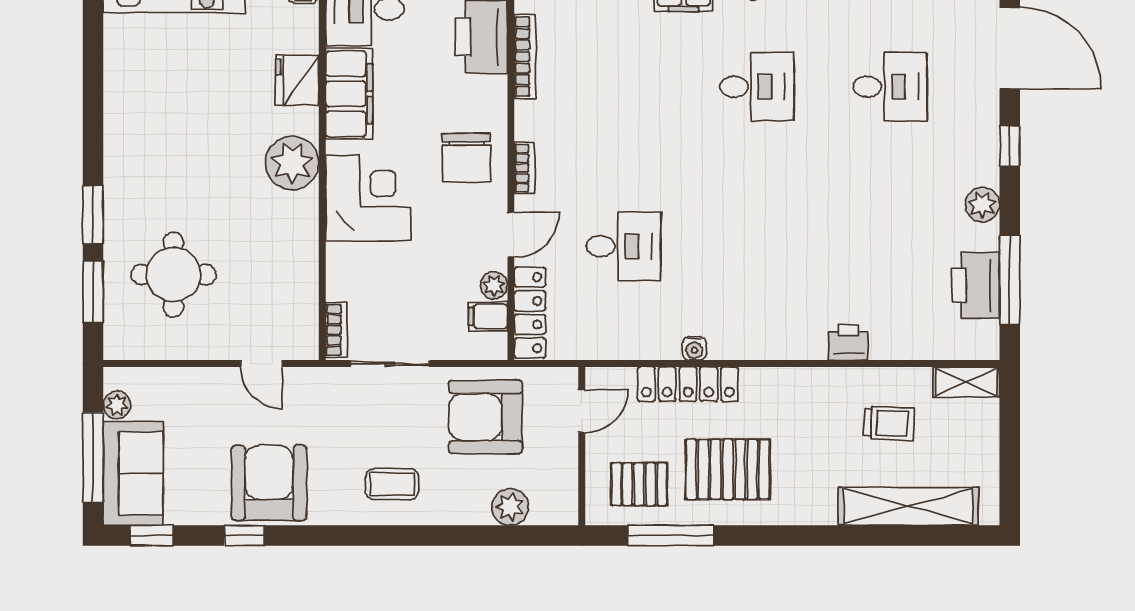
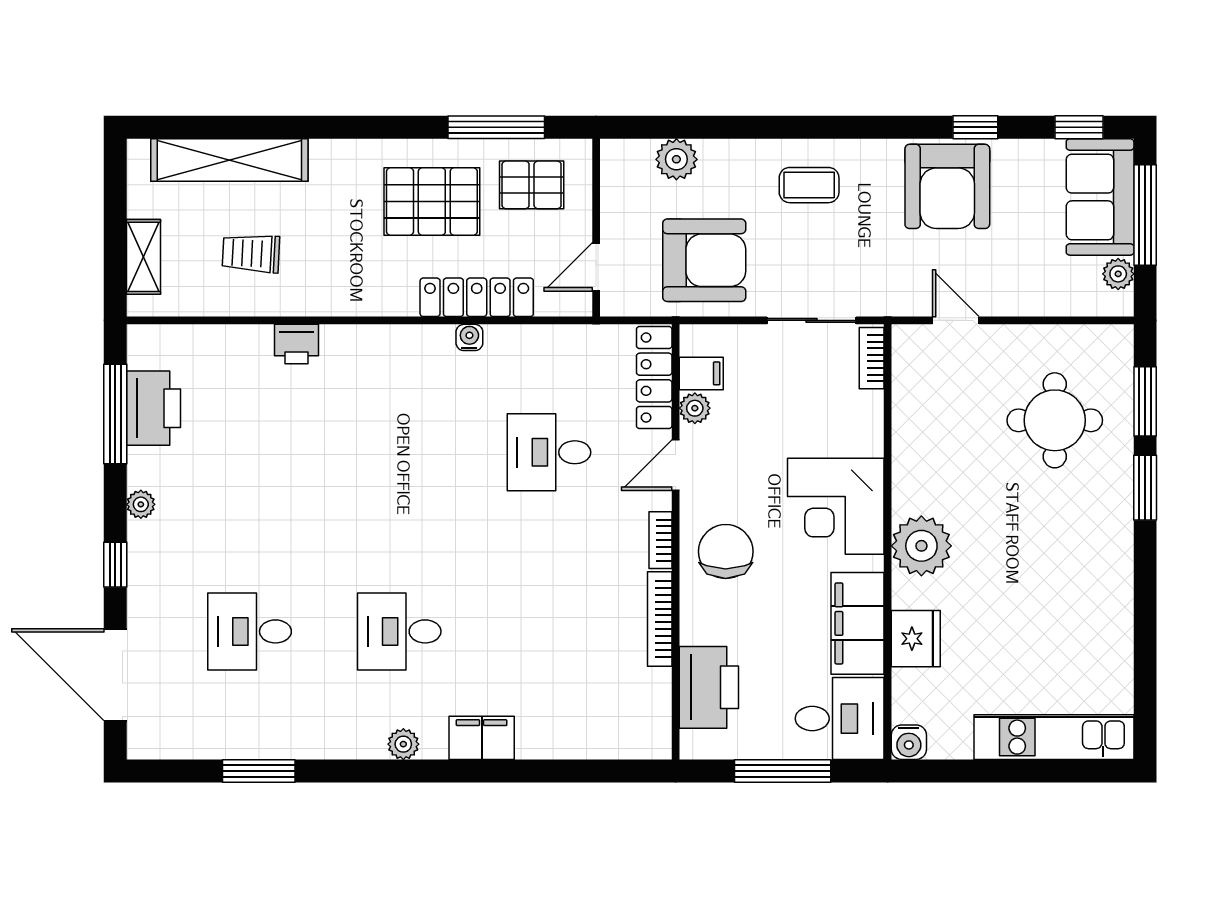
bookcase: (525, 57) -> (660, 619), moved
plant: (982, 205) -> (141, 504), width x0.73, depth x0.73
shelving: (966, 382) -> (144, 257), moved, turned 90

